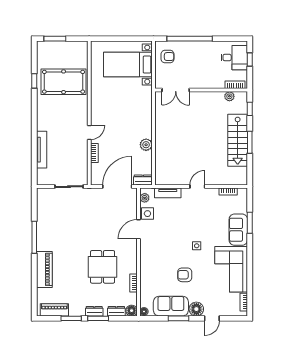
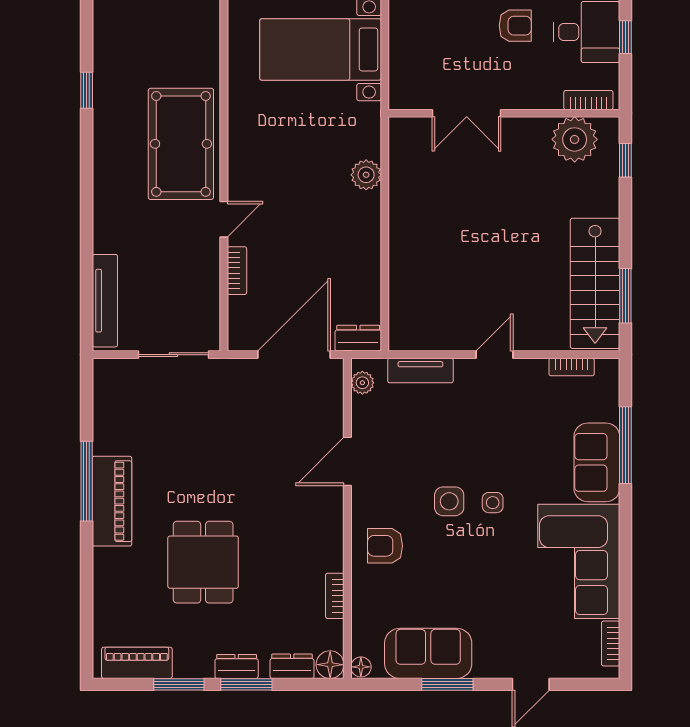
armchair: (168, 57) -> (515, 26), moved
pool table: (64, 82) -> (181, 144), moved, turned 90
double door: (176, 90) -> (467, 113), moved
plant: (229, 96) -> (575, 139), width x1.88, depth x1.88
stairs: (238, 140) -> (595, 283), moved
window: (250, 142) -> (625, 296), moved
plant: (146, 145) -> (366, 175), moved
tv unit: (42, 150) -> (105, 301), moved
side table: (147, 214) -> (449, 501), moved
window: (250, 223) -> (625, 445), width x1.44
dining table: (103, 267) -> (203, 562), moved
piano: (44, 269) -> (112, 501), moved
armchair: (185, 275) -> (385, 546), moved
floor lamp: (196, 309) -> (492, 661), removed

